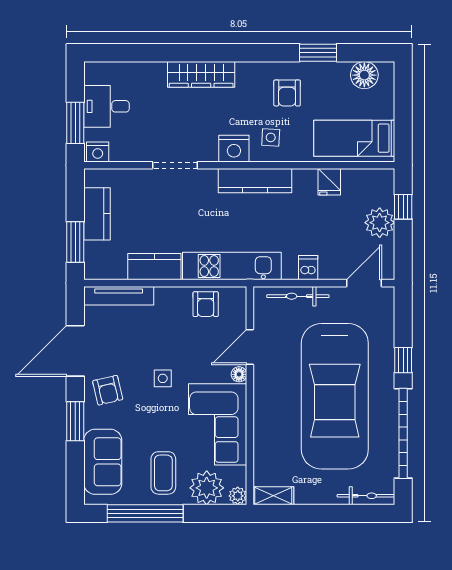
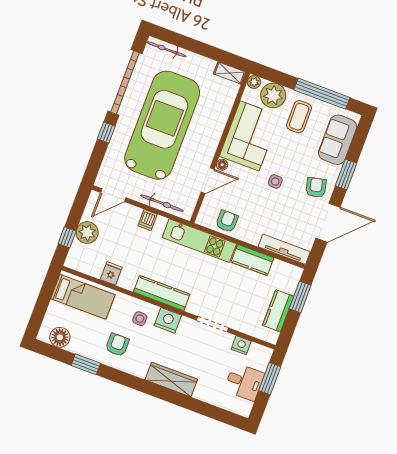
nightstand: (98, 152) -> (241, 345), moved

